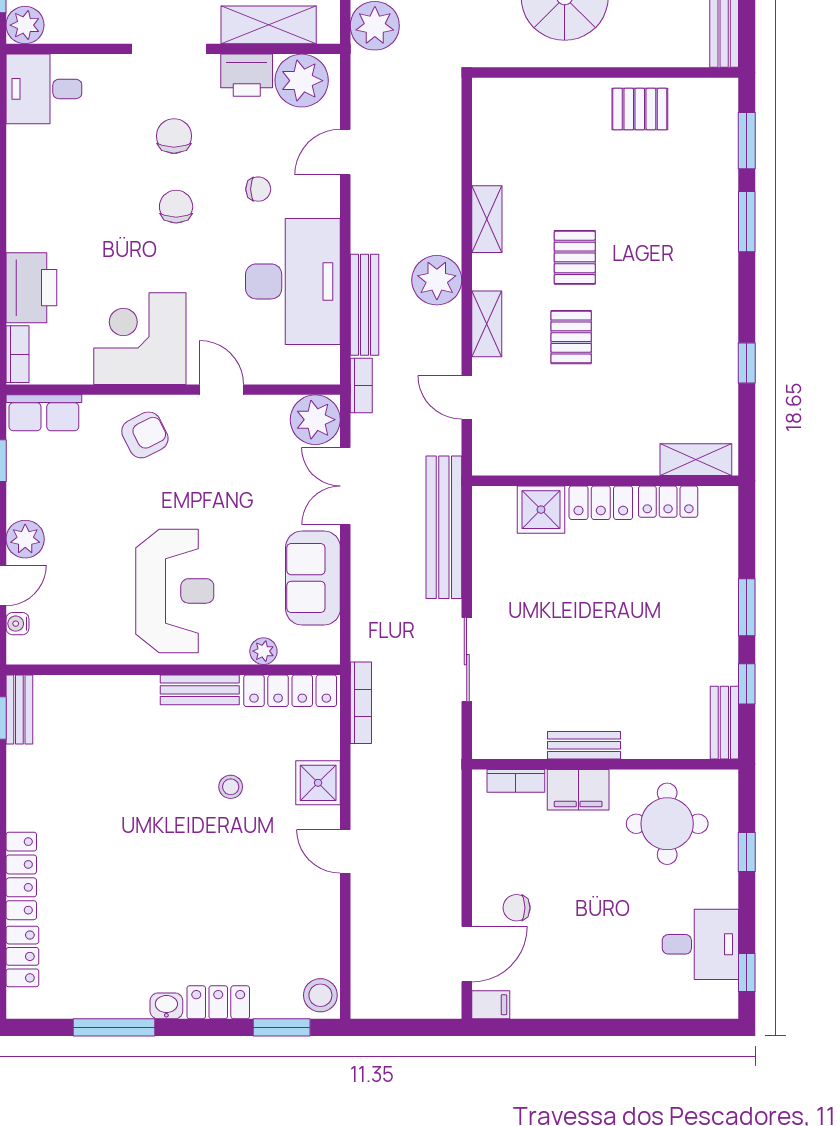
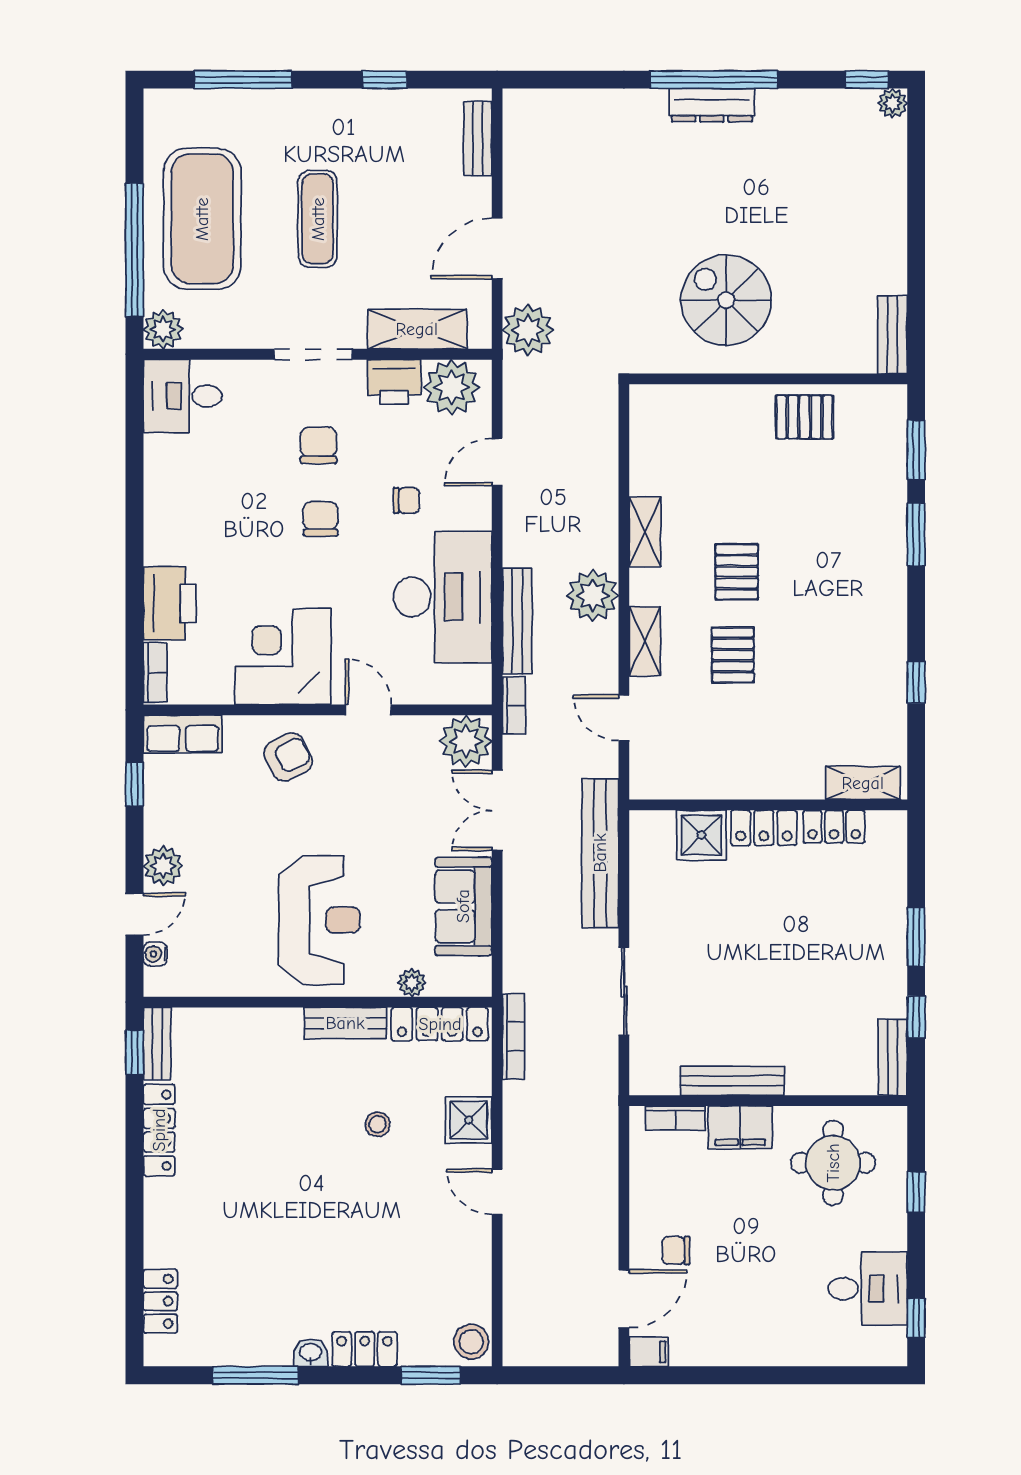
bench: (584, 745) -> (732, 1081), width x1.36
locker: (21, 876) -> (159, 1130), moved

